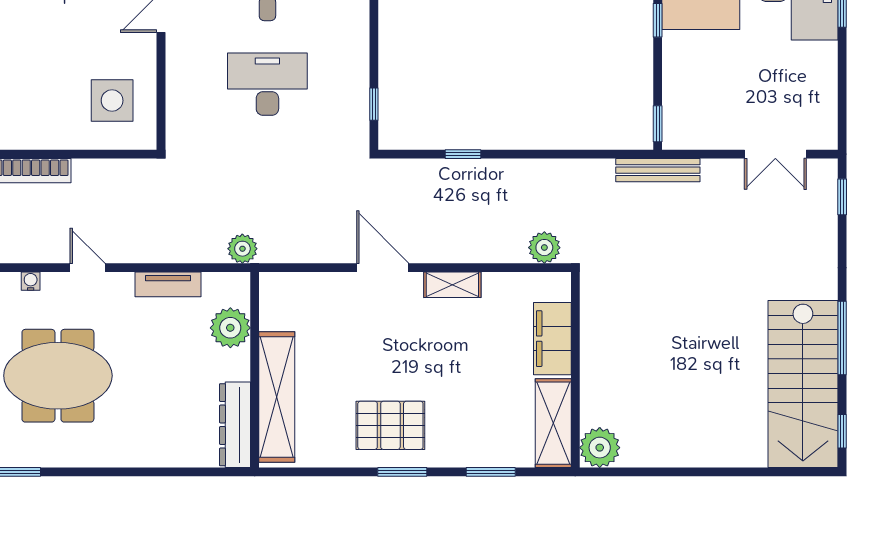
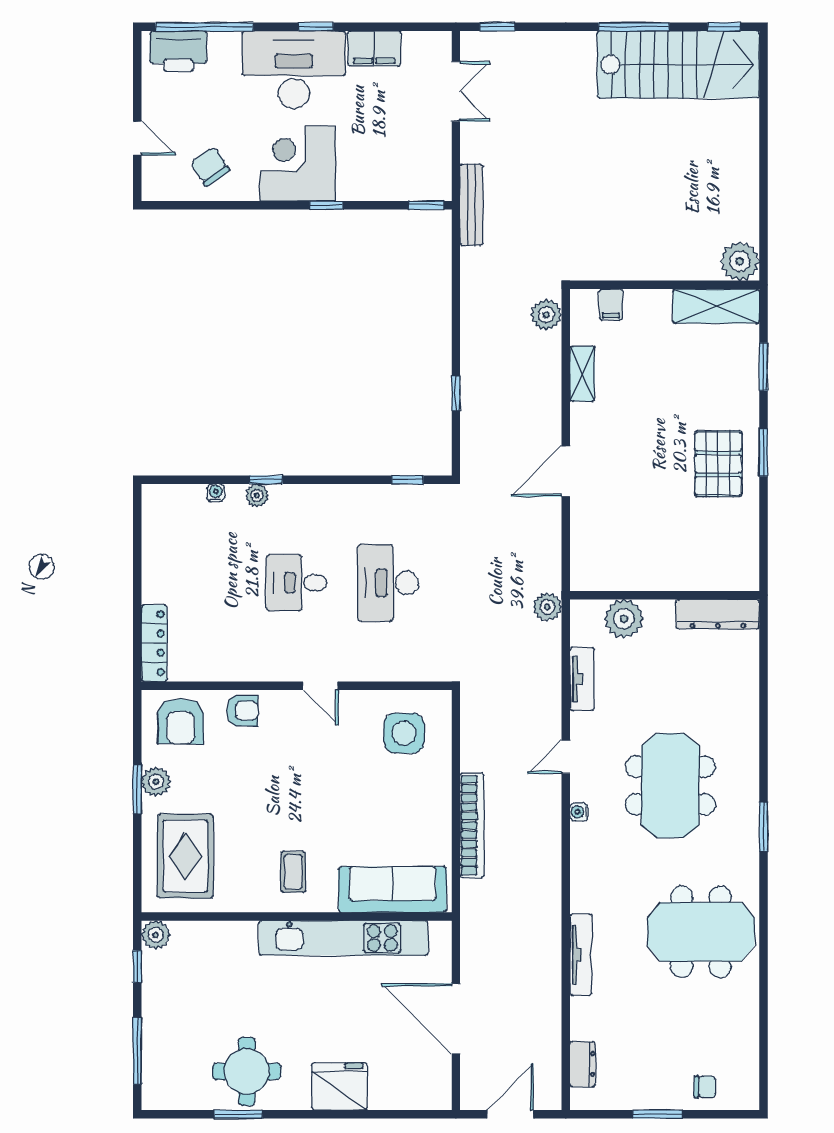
filing cabinet: (820, 70) -> (374, 48), added
shelving: (452, 285) -> (582, 374), moved
filing cabinet: (552, 339) -> (611, 305), width x0.33, depth x0.86
shelving: (277, 397) -> (691, 574), removed

